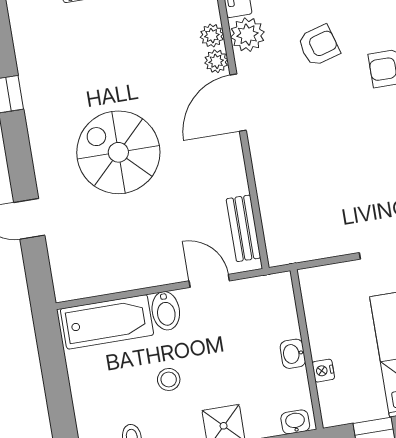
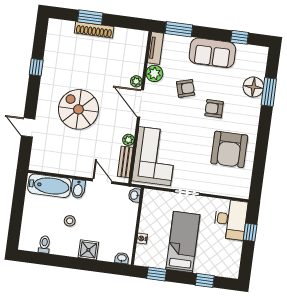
plant: (212, 36) -> (128, 140), moved
door: (238, 103) -> (140, 103), hinge flipped
corner sofa: (298, 199) -> (155, 156), added
washbasin: (293, 354) -> (135, 195), moved

